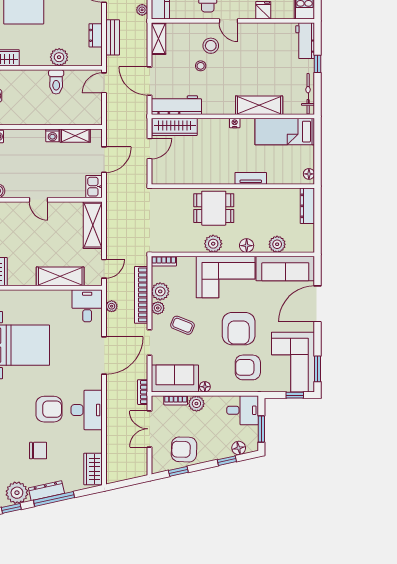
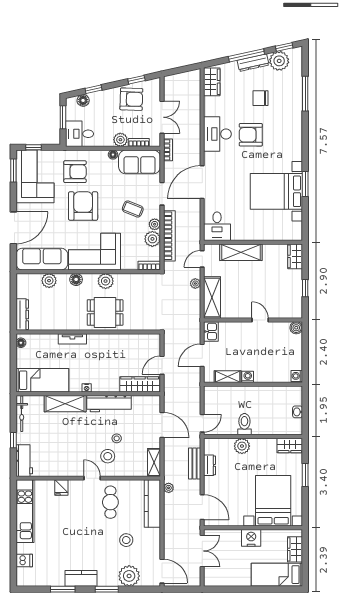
workbench: (176, 105) -> (109, 404), moved
plant: (112, 306) -> (195, 284), moved

